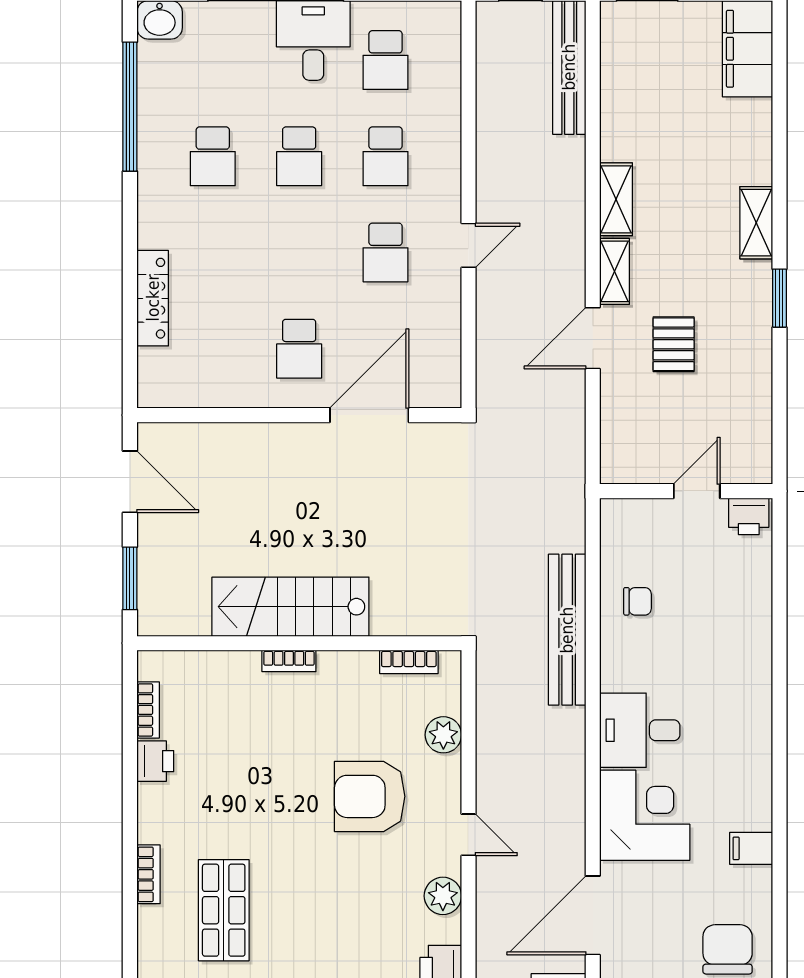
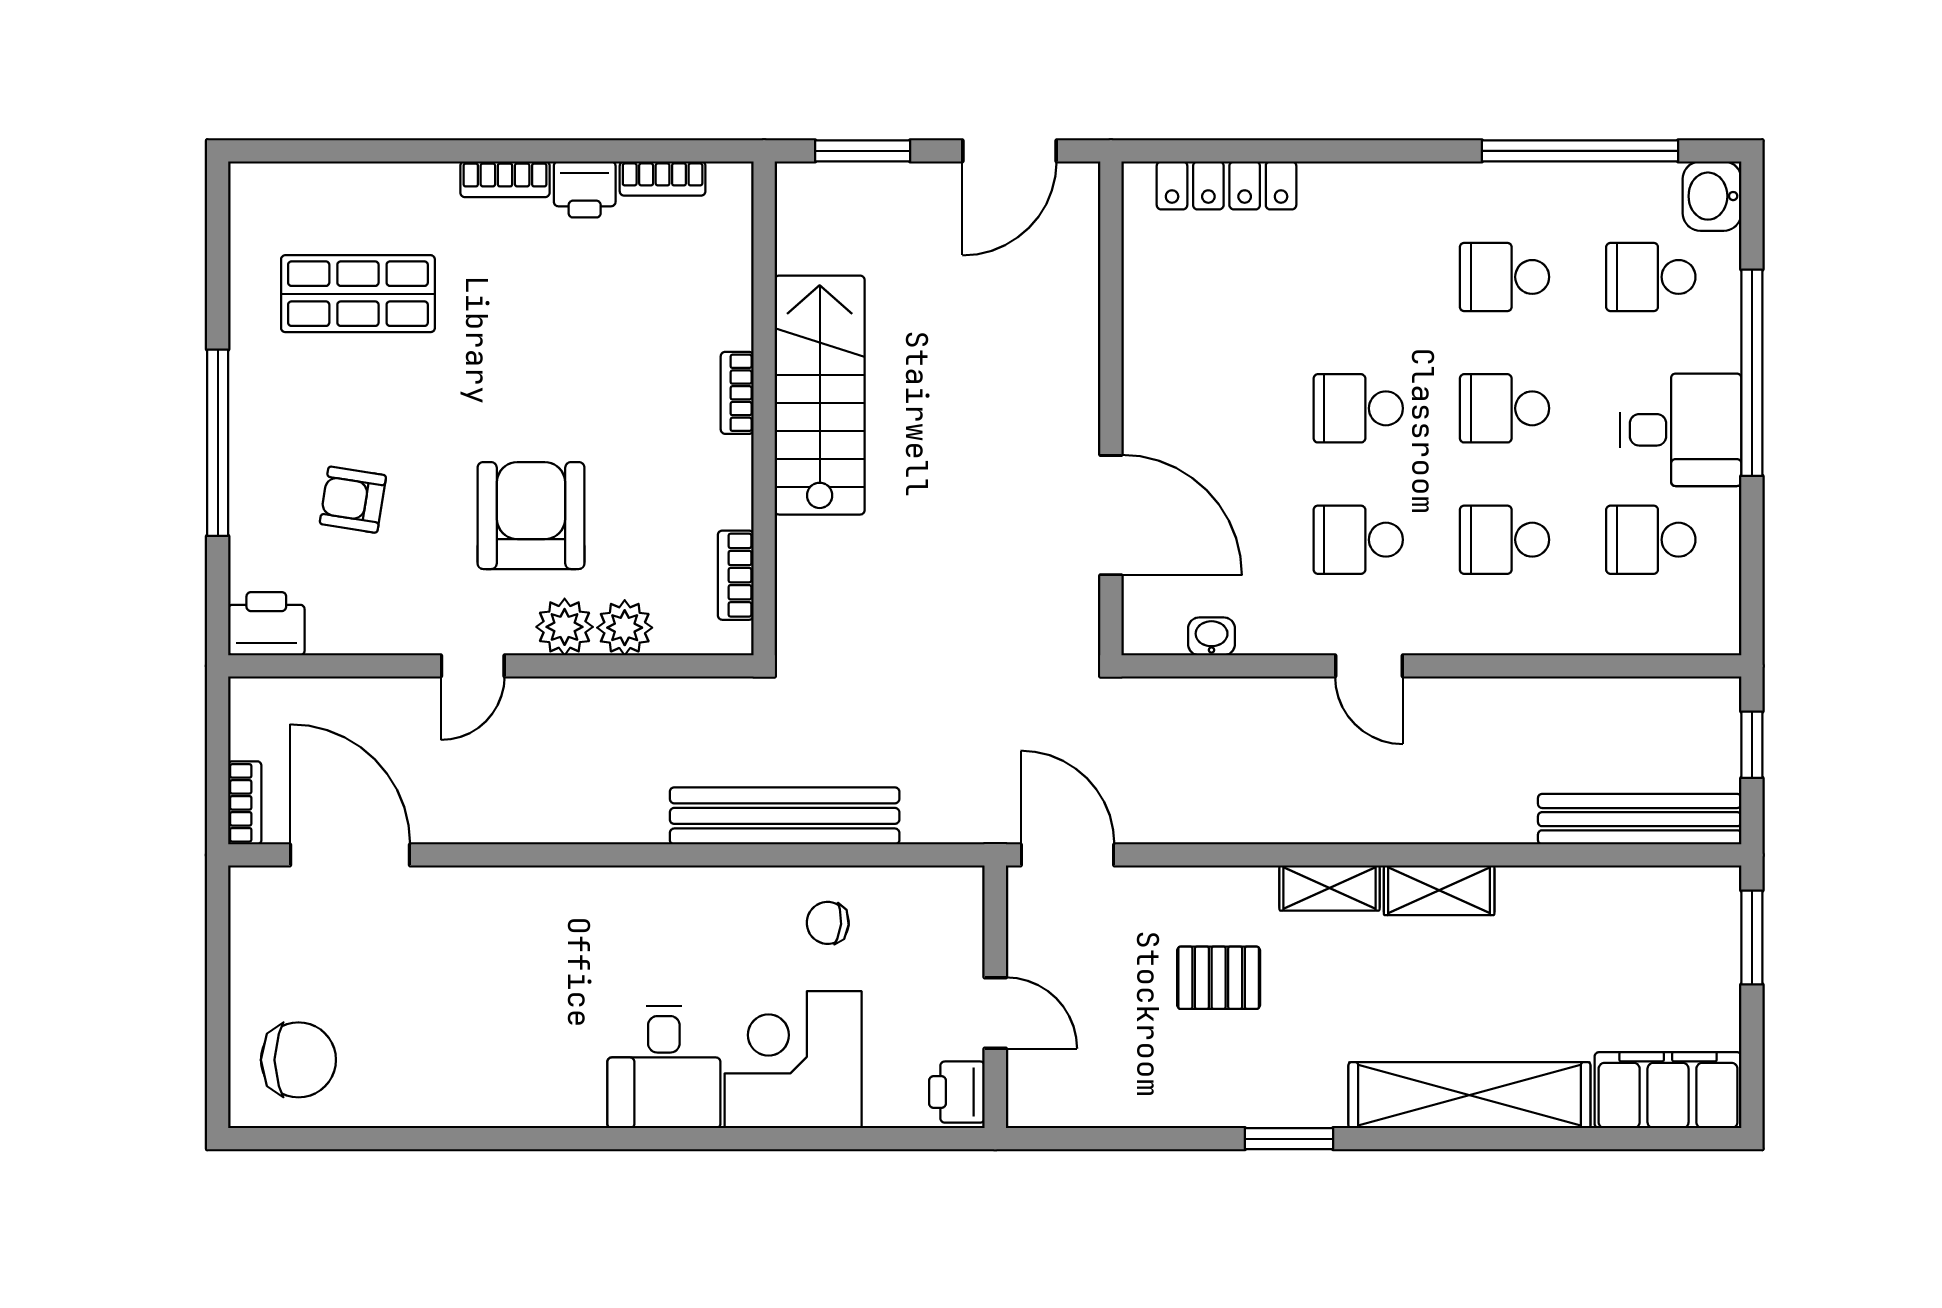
school desk: (213, 60) -> (1651, 277), added
shelving: (756, 223) -> (1469, 1095), width x2.20, depth x1.33
locker: (153, 298) -> (1227, 185), moved
door: (593, 338) -> (1067, 855), moved
school desk: (299, 349) -> (1358, 408), moved
washbasin: (449, 349) -> (1212, 636), added
chair: (638, 601) -> (828, 923), turned 95
desk: (640, 730) -> (664, 1067), moved, turned 180
corner desk: (645, 815) -> (793, 1060), moved, turned 180
filing cabinet: (751, 848) -> (452, 1096), removed
bookcase: (148, 874) -> (505, 179), moved
plant: (443, 896) -> (565, 627), moved
armchair: (359, 914) -> (353, 500), added

